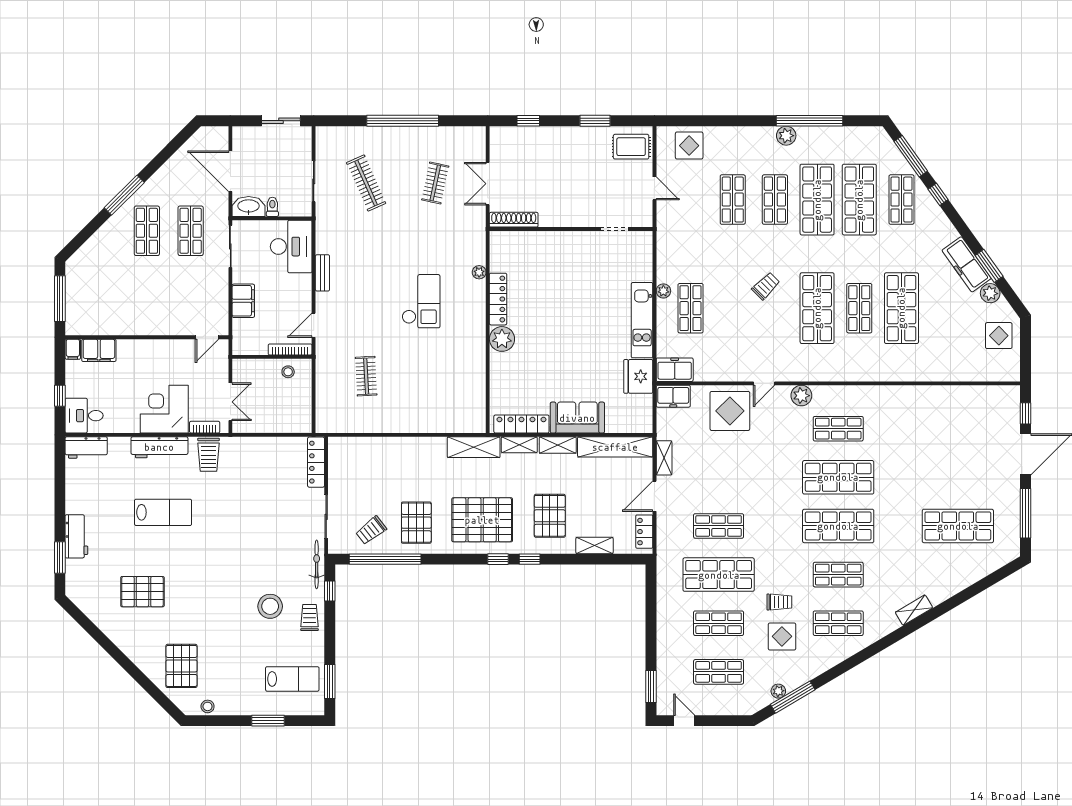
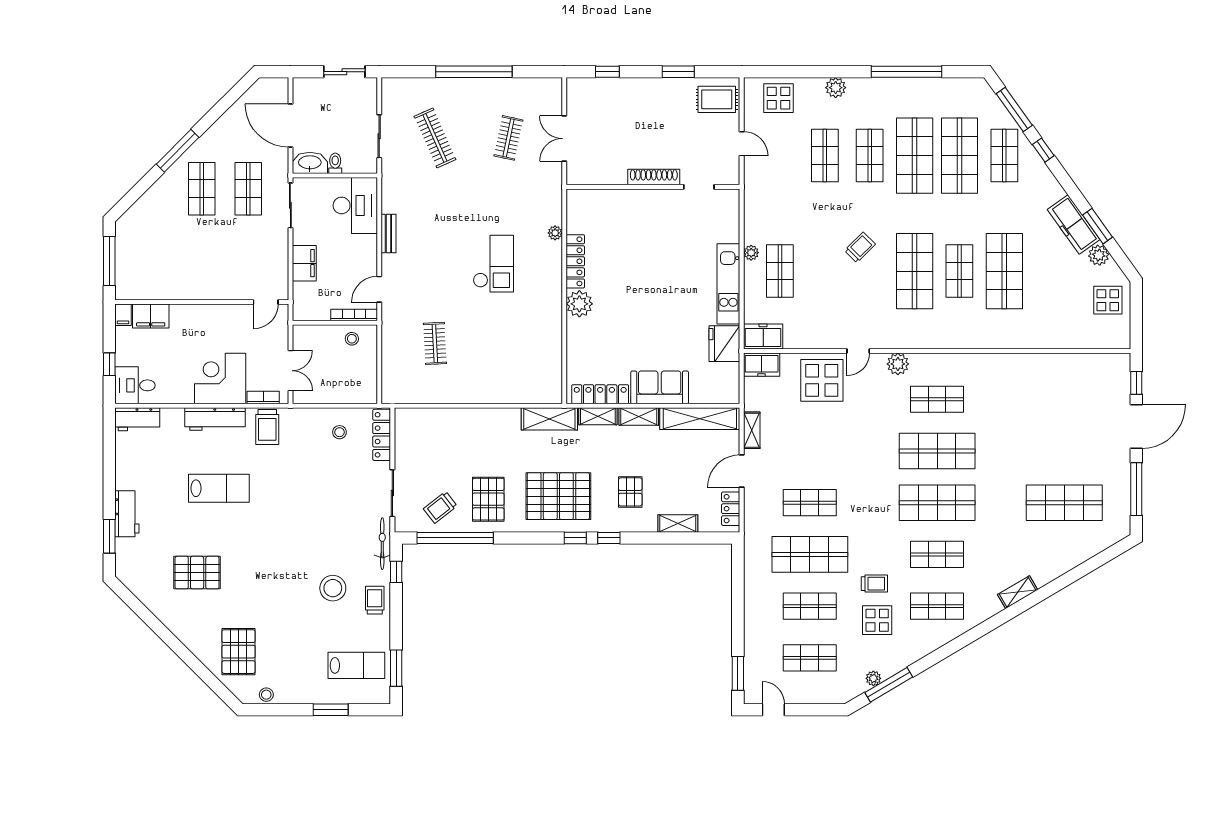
plant: (786, 136) -> (836, 88), moved
shoe rack: (514, 220) -> (654, 177), moved
stool: (276, 460) -> (339, 432), added
pallet: (550, 516) -> (630, 492), width x0.67, depth x0.71

